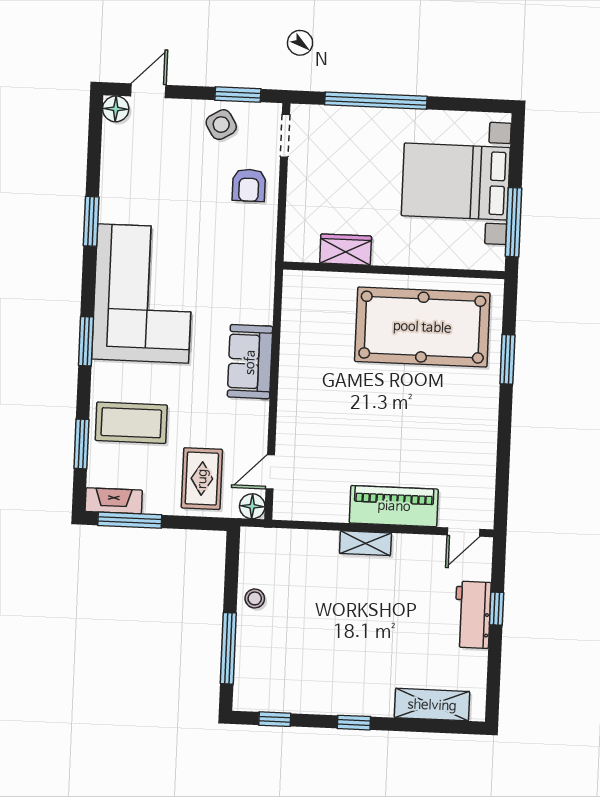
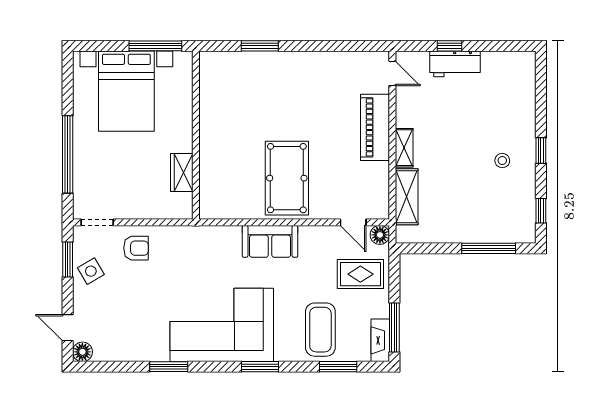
pool table: (422, 327) -> (287, 178), moved, width x0.73, depth x0.76
stool: (255, 598) -> (502, 161), moved
shelving: (432, 705) -> (407, 197), moved

